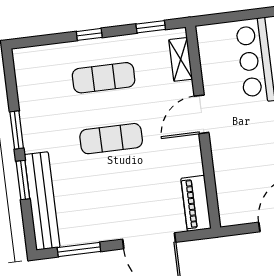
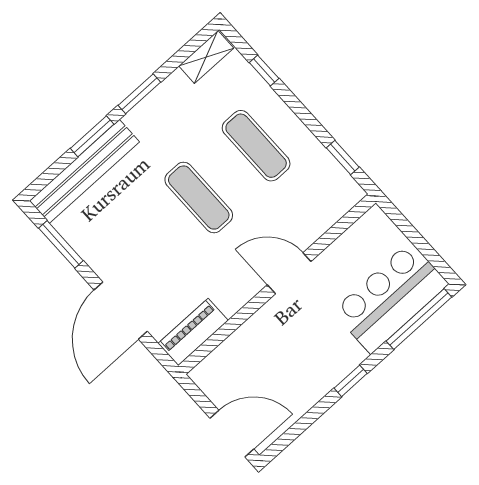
window: (89, 34) -> (264, 70), moved
shelving: (181, 59) -> (206, 57), moved

